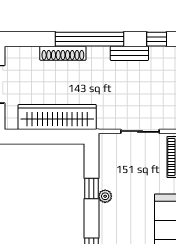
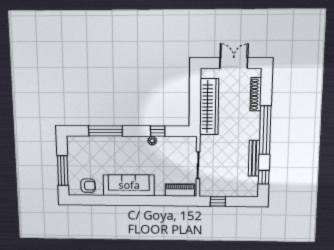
shoe rack: (63, 53) -> (256, 94), moved
bench: (129, 53) -> (254, 158), width x1.36

